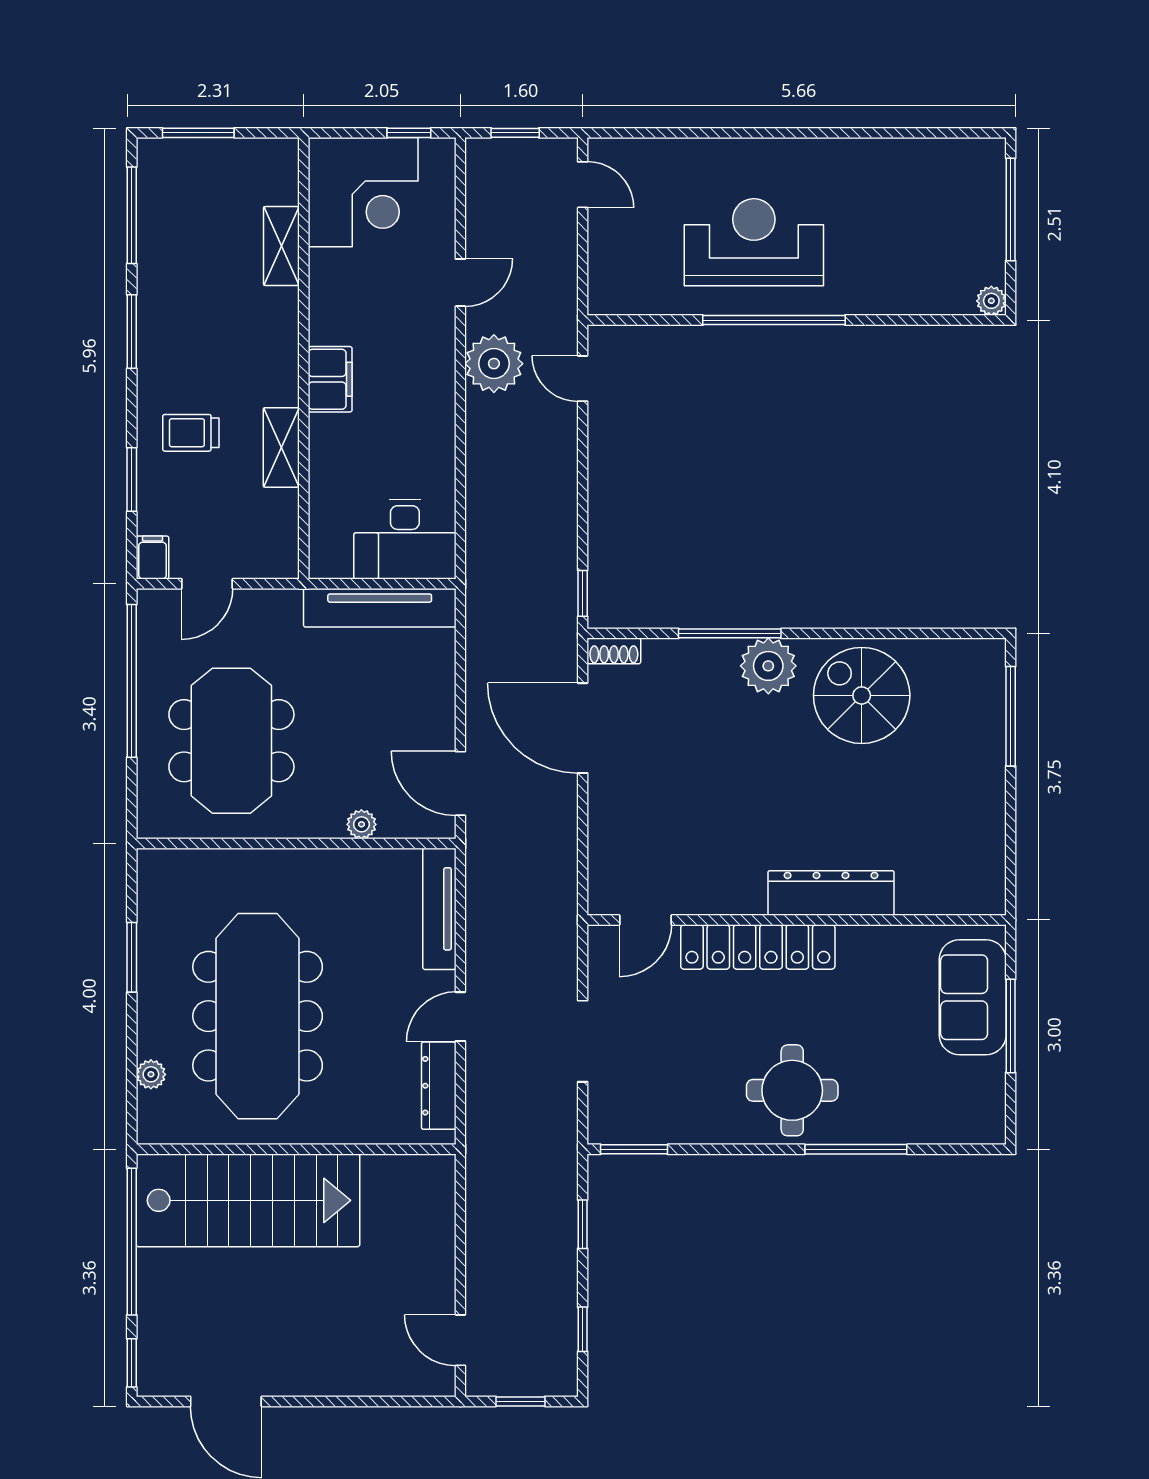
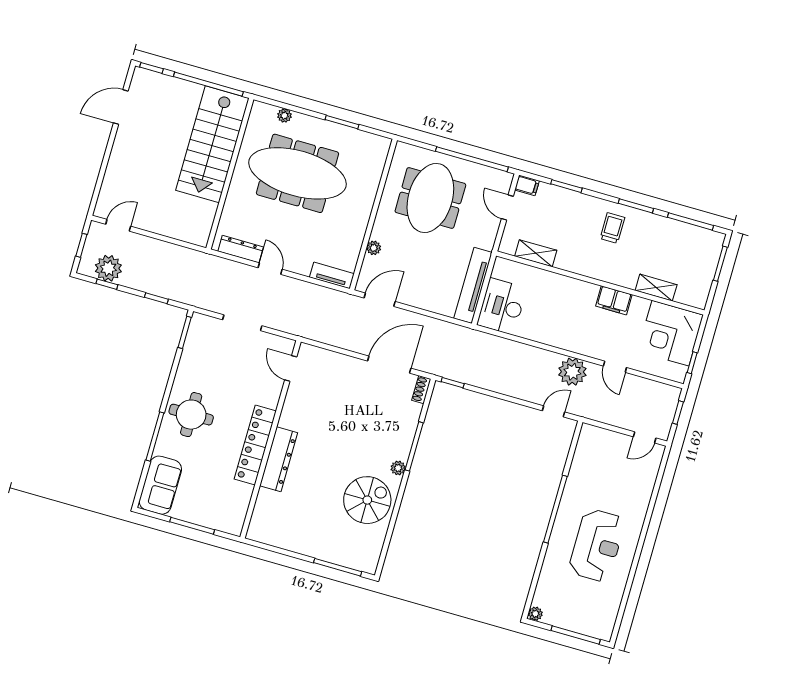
reception desk: (754, 242) -> (597, 545), moved
filing cabinet: (330, 379) -> (614, 300), moved
trolley: (191, 433) -> (612, 228), moved
shelving: (281, 447) -> (536, 253), moved
plant: (768, 666) -> (398, 468), width x0.53, depth x0.53
meeting table: (231, 741) -> (430, 198), turned 90
tv unit: (439, 909) -> (332, 275), width x0.71
locker: (758, 947) -> (255, 445), moved
sofa: (973, 997) -> (160, 485), moved, turned 90
plant: (551, 1335) -> (108, 268), added

